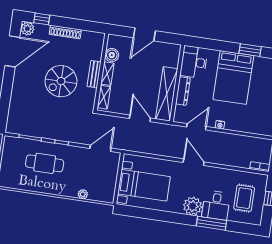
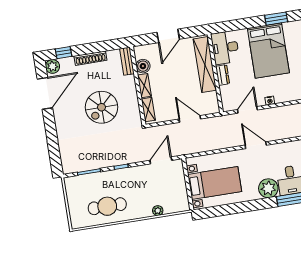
bench: (94, 74) -> (127, 61), moved
dresser: (183, 91) -> (223, 75), width x0.70
shelving: (167, 94) -> (205, 65), moved
cafe table: (45, 163) -> (107, 206), moved

